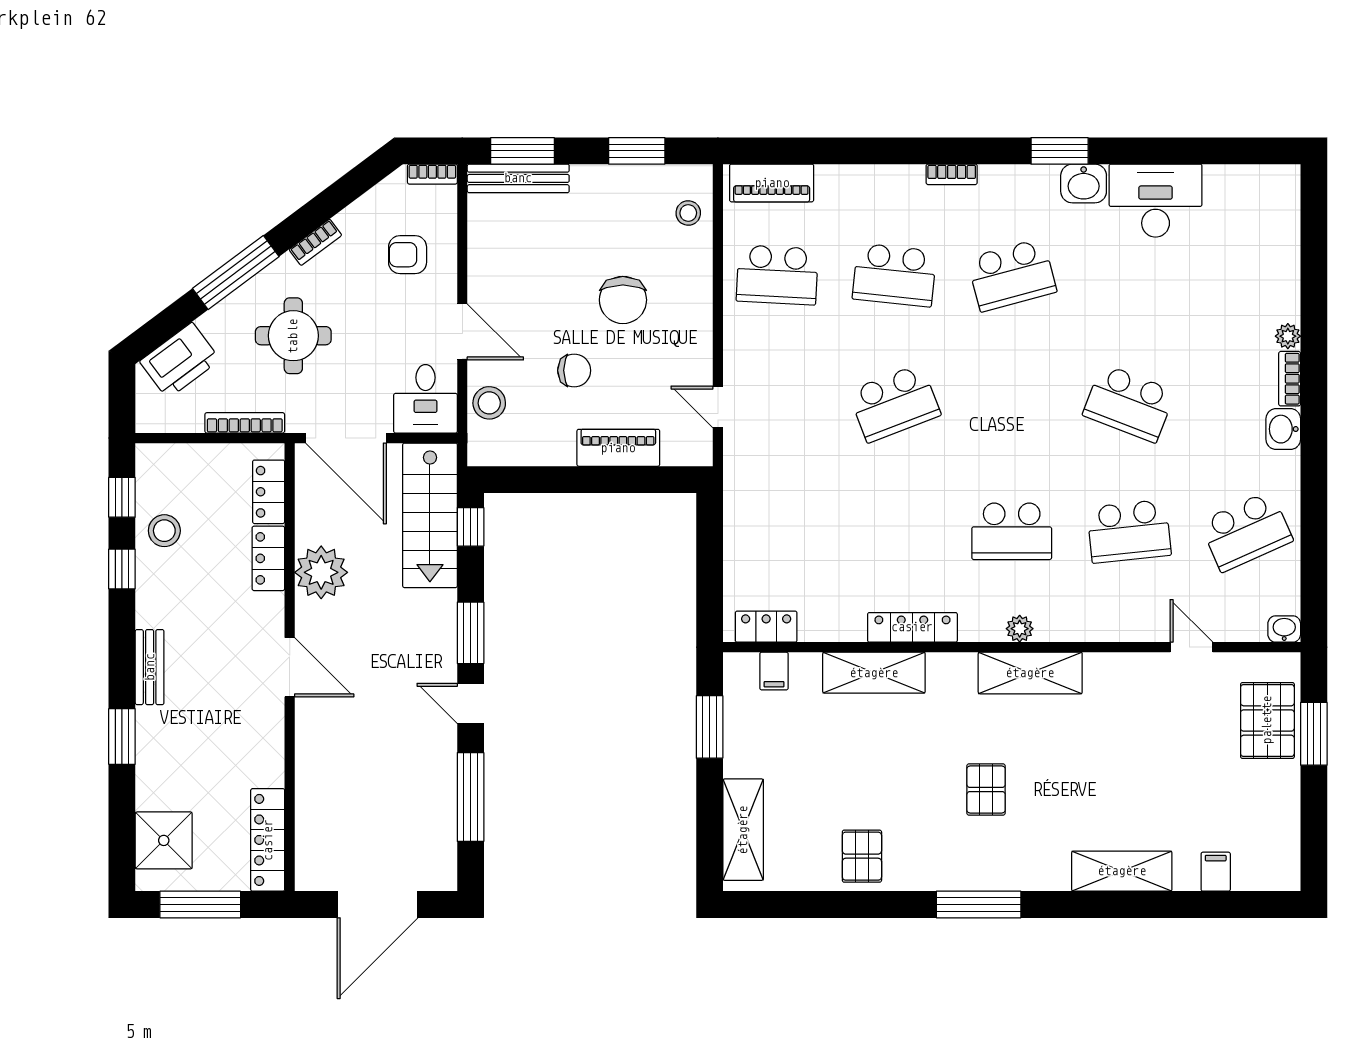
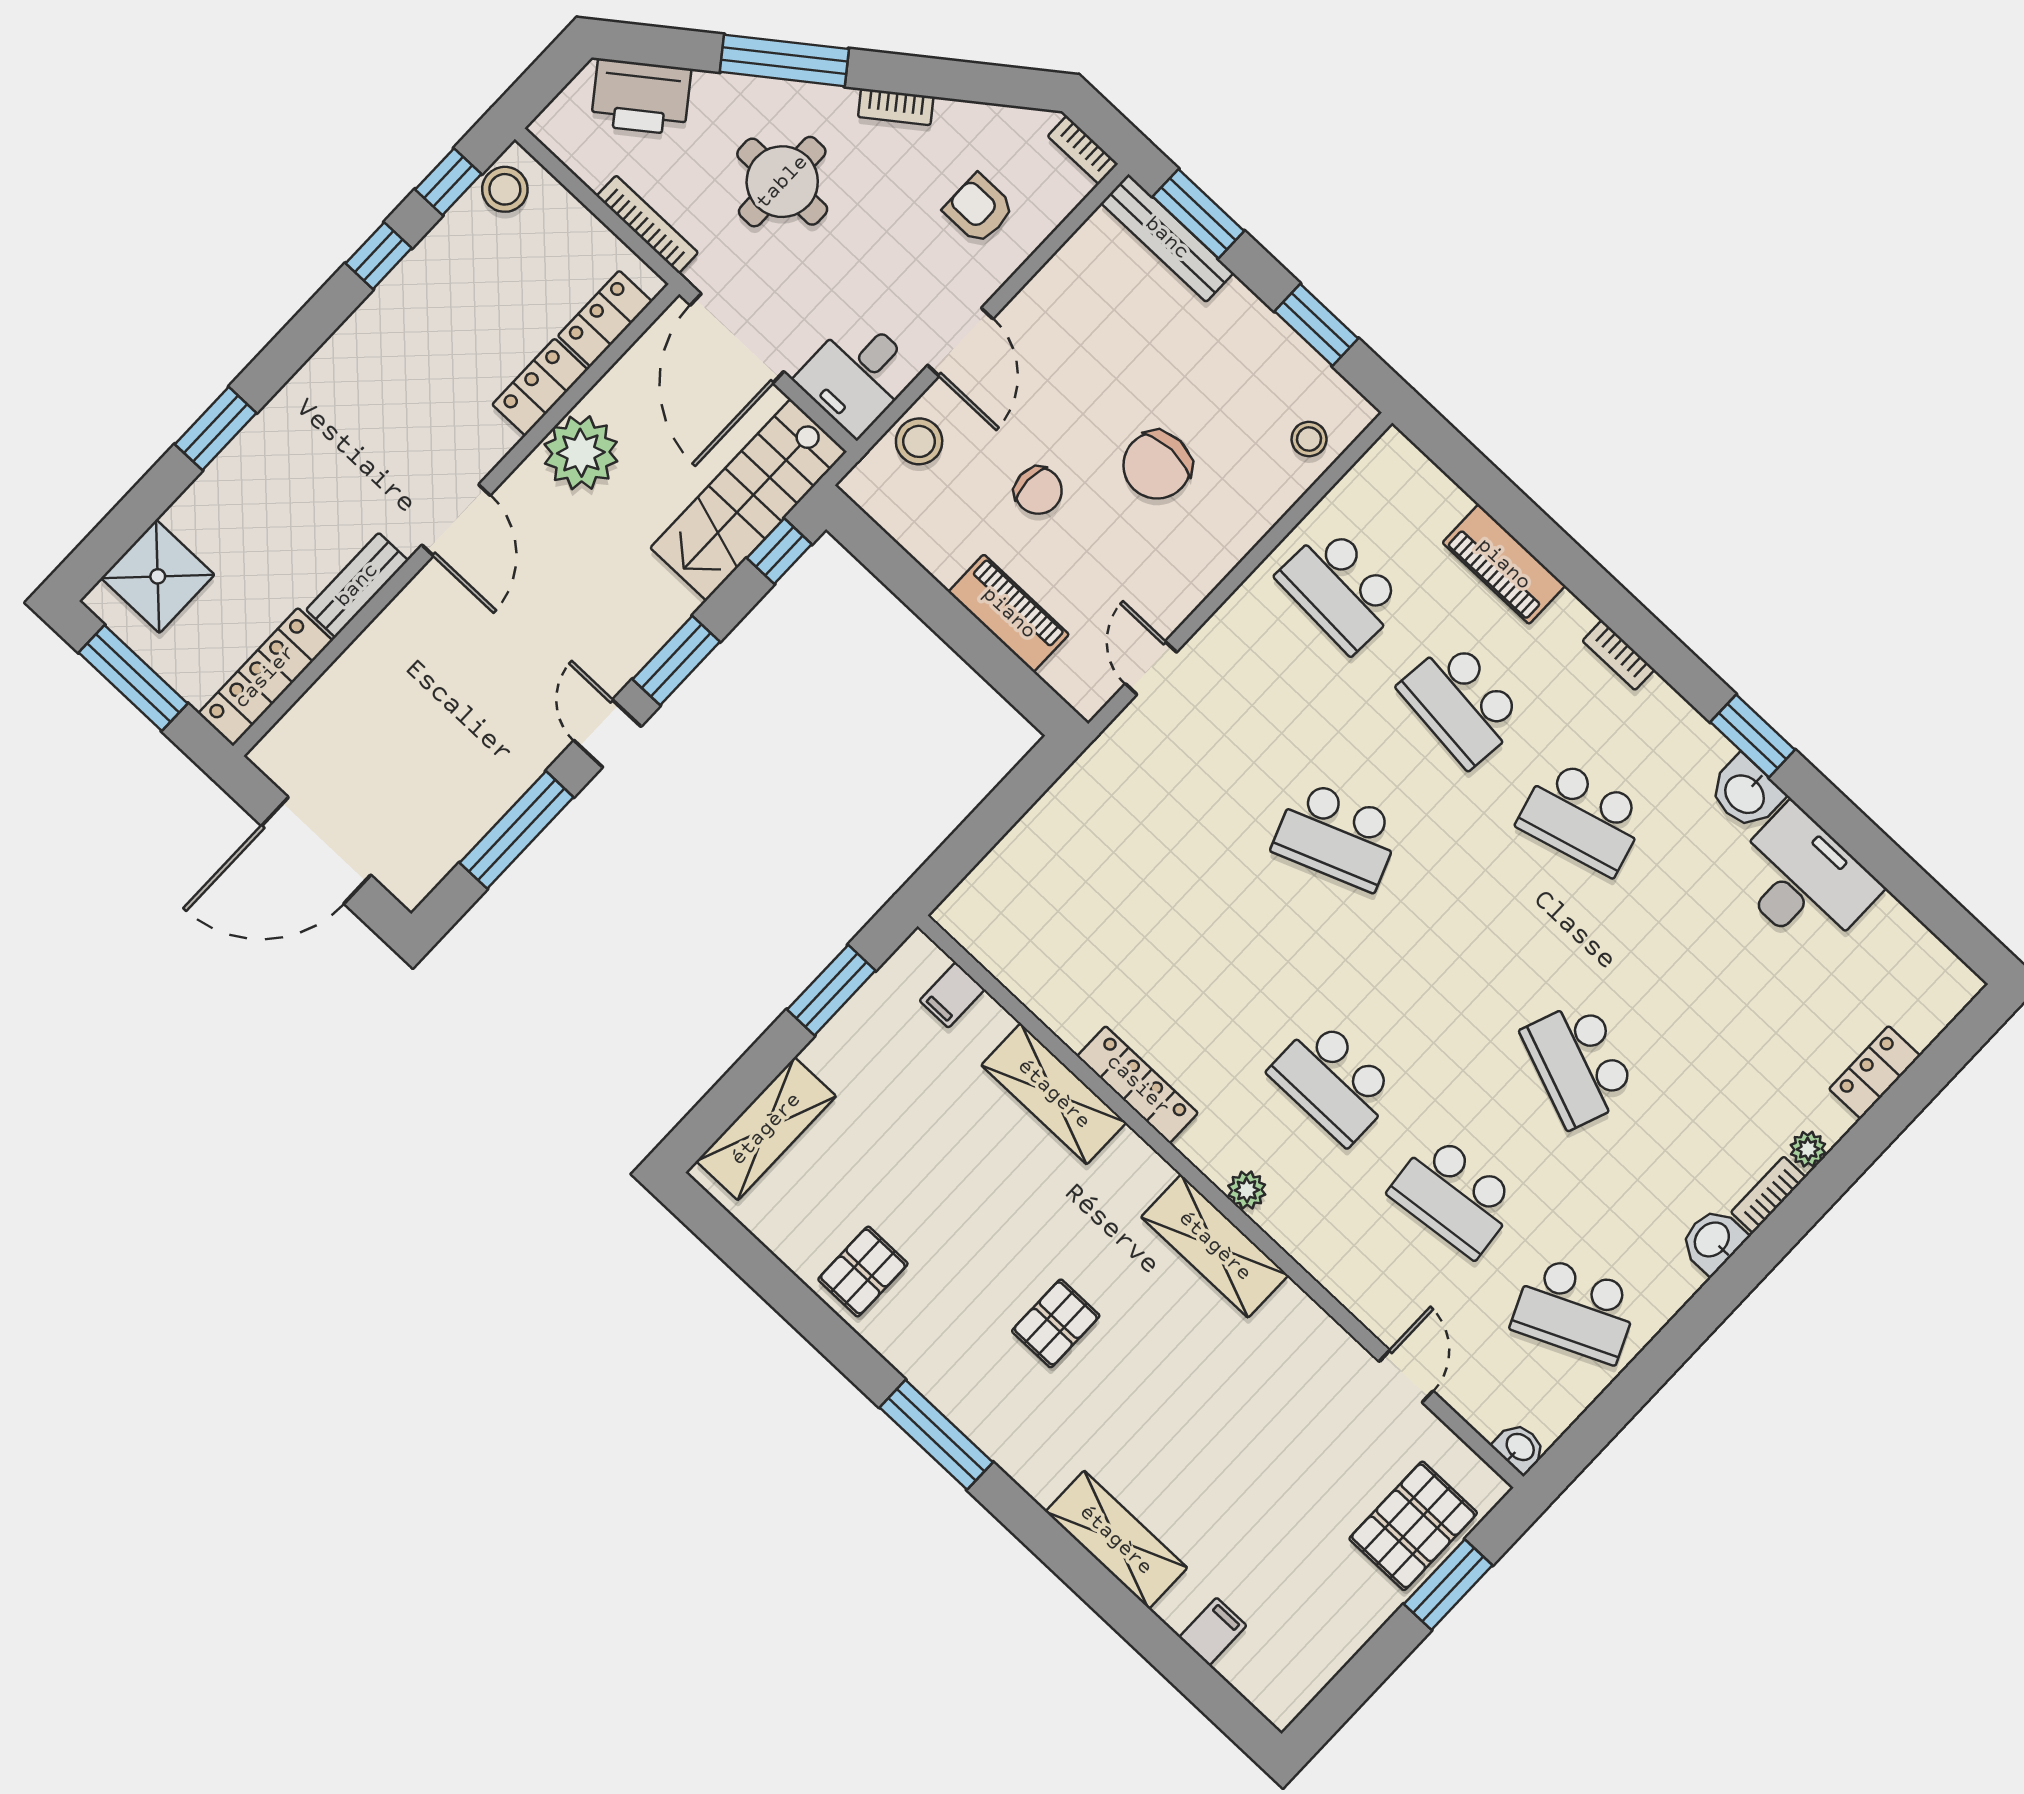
piano: (772, 183) -> (1504, 564), moved
stool: (164, 531) -> (505, 189), moved
locker: (766, 627) -> (1875, 1072), moved, turned -90
bench: (150, 667) -> (357, 585), moved

